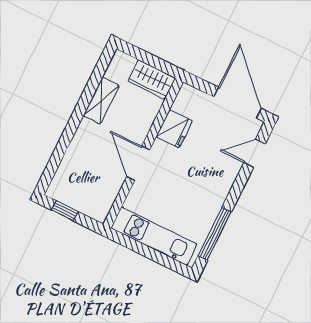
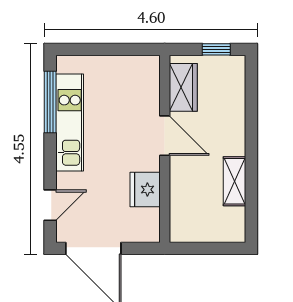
wardrobe: (152, 80) -> (183, 87), moved, turned 90
kitchen unit: (154, 236) -> (70, 122), moved, turned -90

